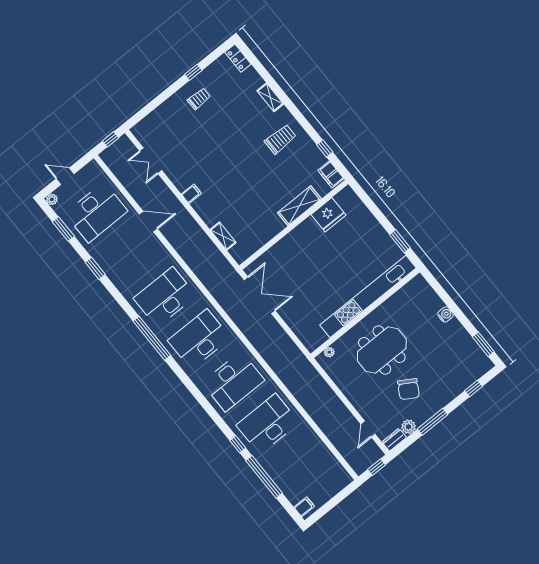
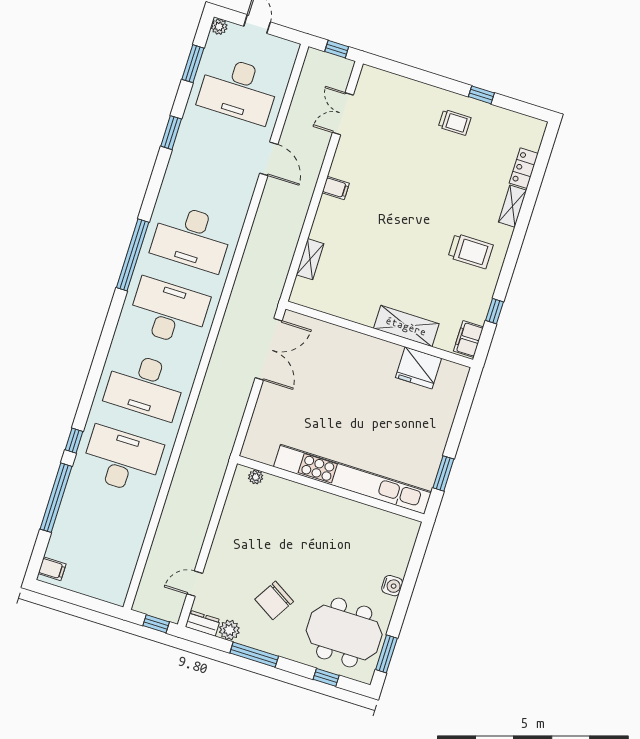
locker: (238, 58) -> (524, 168), moved
desk: (165, 297) -> (192, 238), turned 180
meeting table: (382, 350) -> (344, 633), moved

